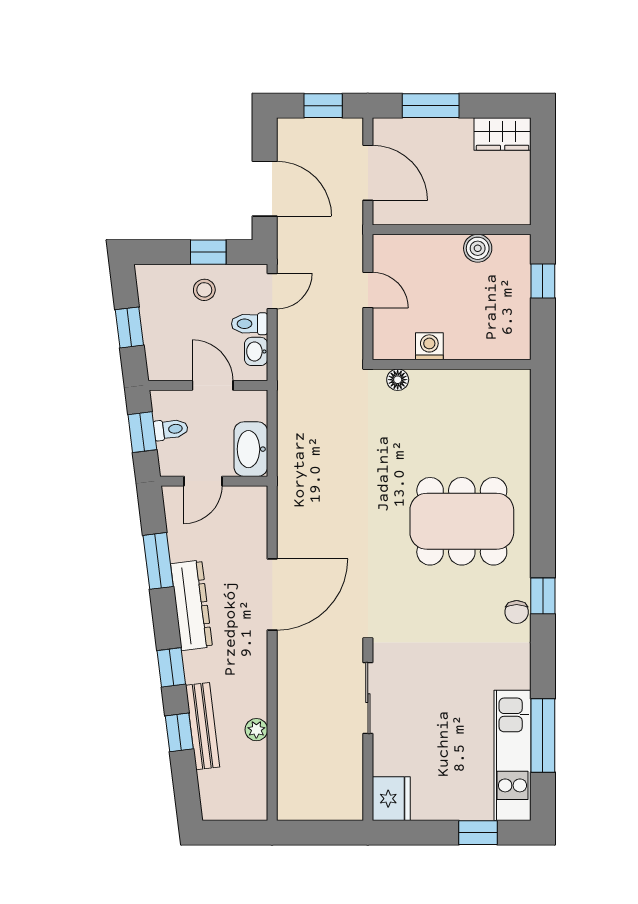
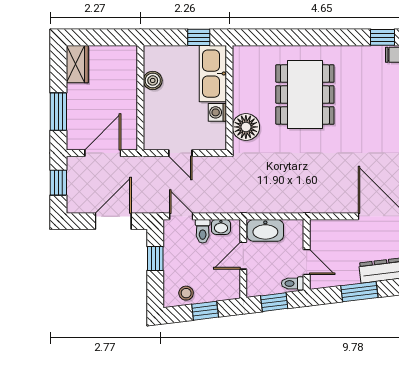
window: (543, 281) -> (199, 37), moved
stool: (204, 290) -> (186, 293), moved
door: (368, 290) -> (180, 153), swing flipped
kitchen sink: (488, 339) -> (213, 74), added
floor lamp: (398, 380) -> (246, 127), width x1.89, depth x1.89
toilet: (171, 429) -> (293, 283), moved, turned -83
washbasin: (251, 449) -> (265, 230), moved
dining table: (462, 521) -> (305, 95), moved

